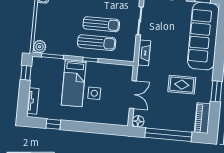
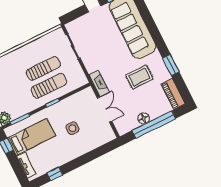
fireplace: (144, 53) -> (99, 83), moved
bed: (74, 83) -> (32, 137), moved, turned -90
floor lamp: (138, 121) -> (144, 118), moved

